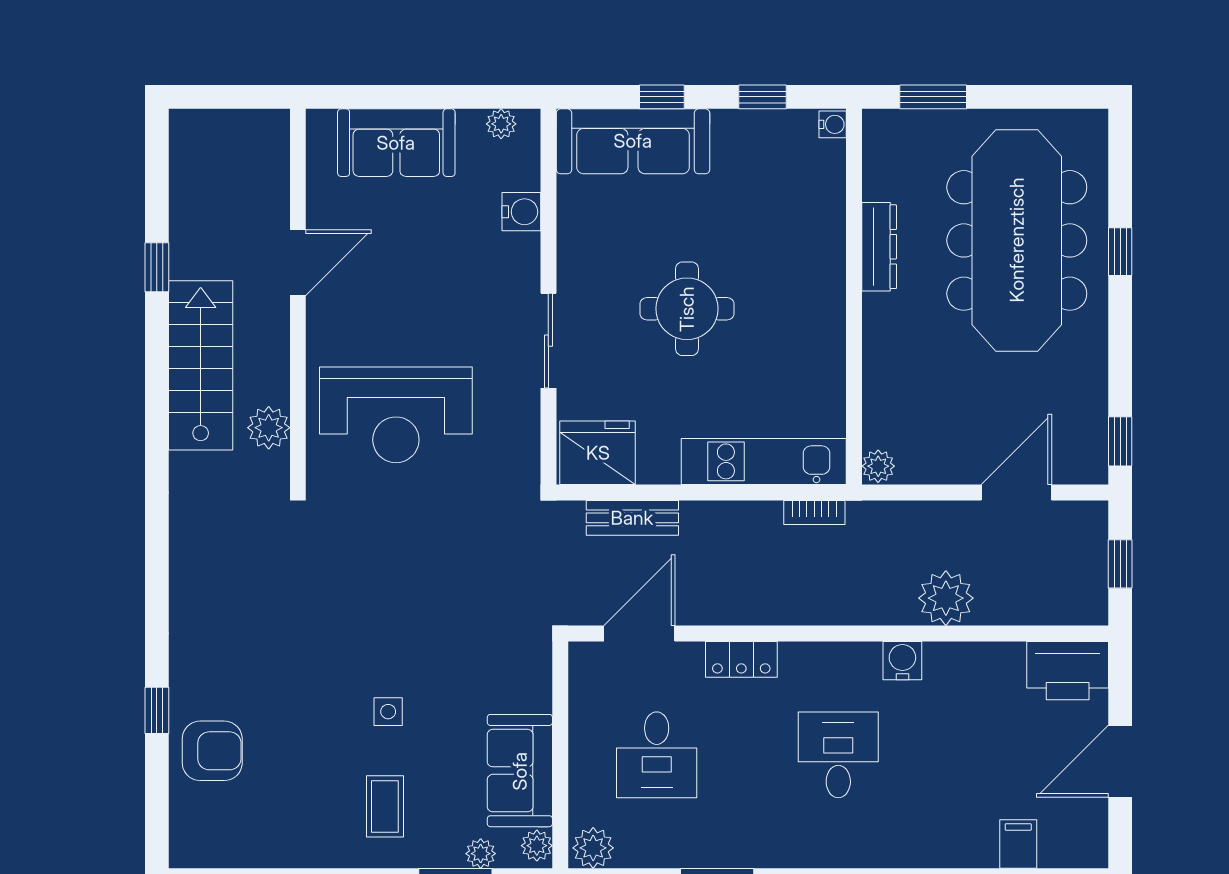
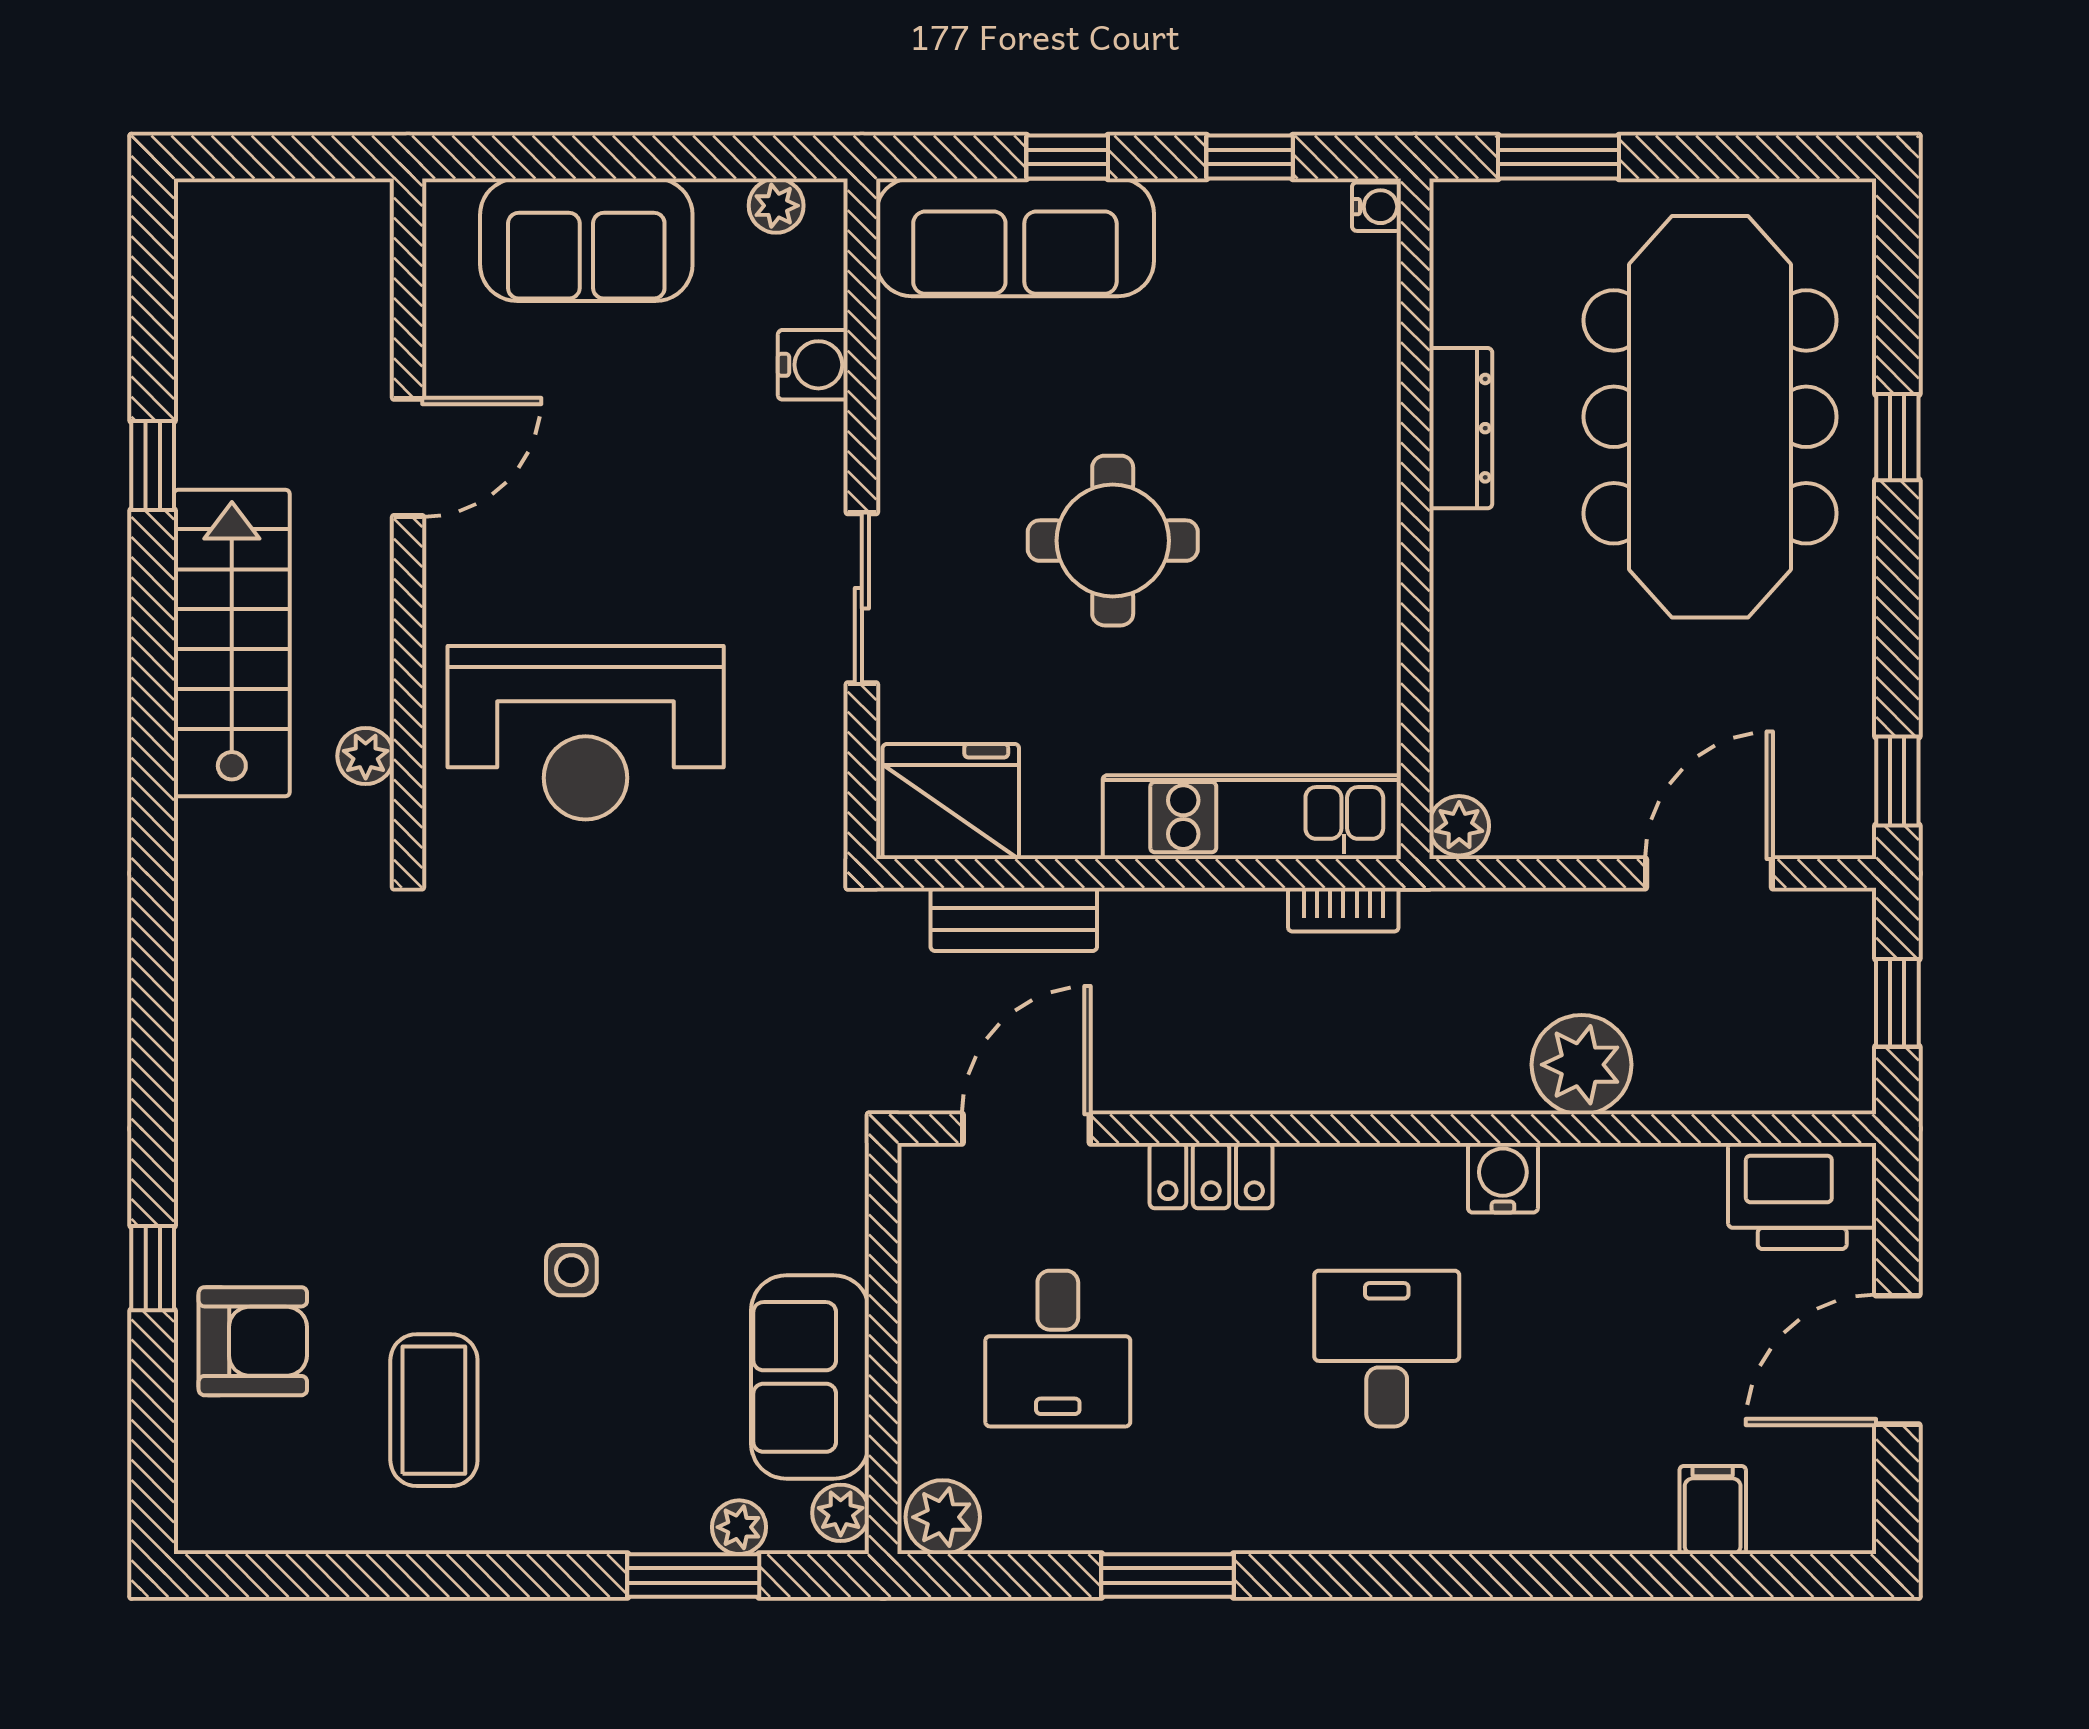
plant: (269, 428) -> (366, 756), width x0.73, depth x0.73
coffee table: (385, 806) -> (434, 1410), moved, width x1.36, depth x1.30

